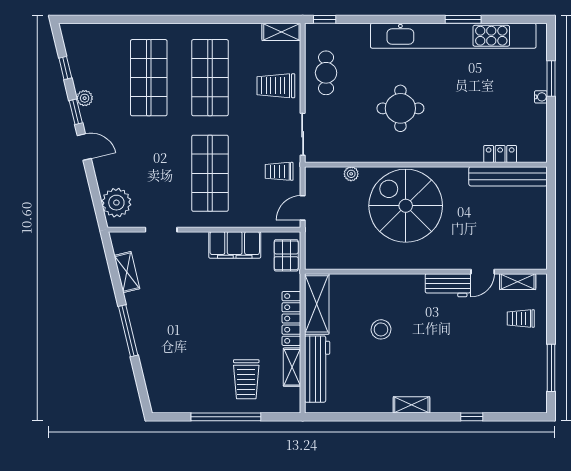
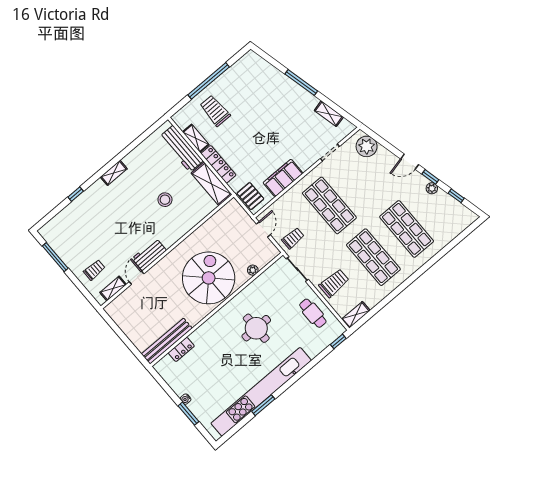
spiral stairs: (406, 206) -> (209, 278), turned -90

